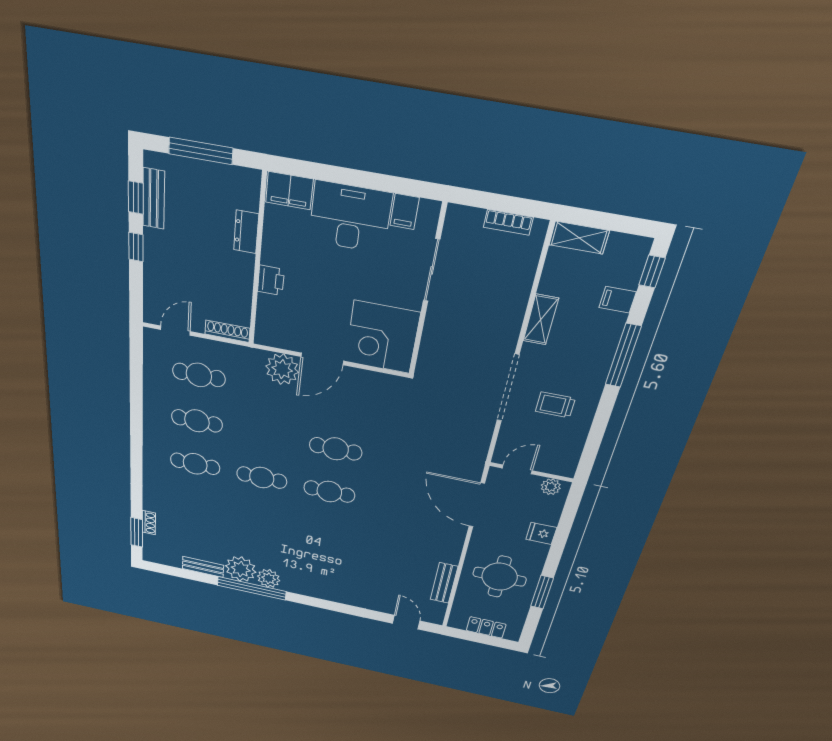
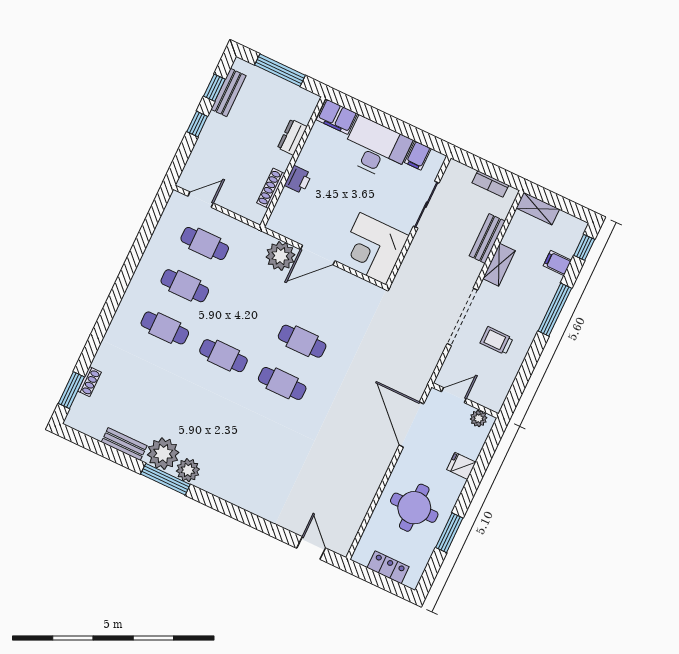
shoe rack: (227, 331) -> (271, 188), moved, turned -90
bench: (444, 583) -> (487, 239), moved
window: (252, 588) -> (165, 479), width x0.68

